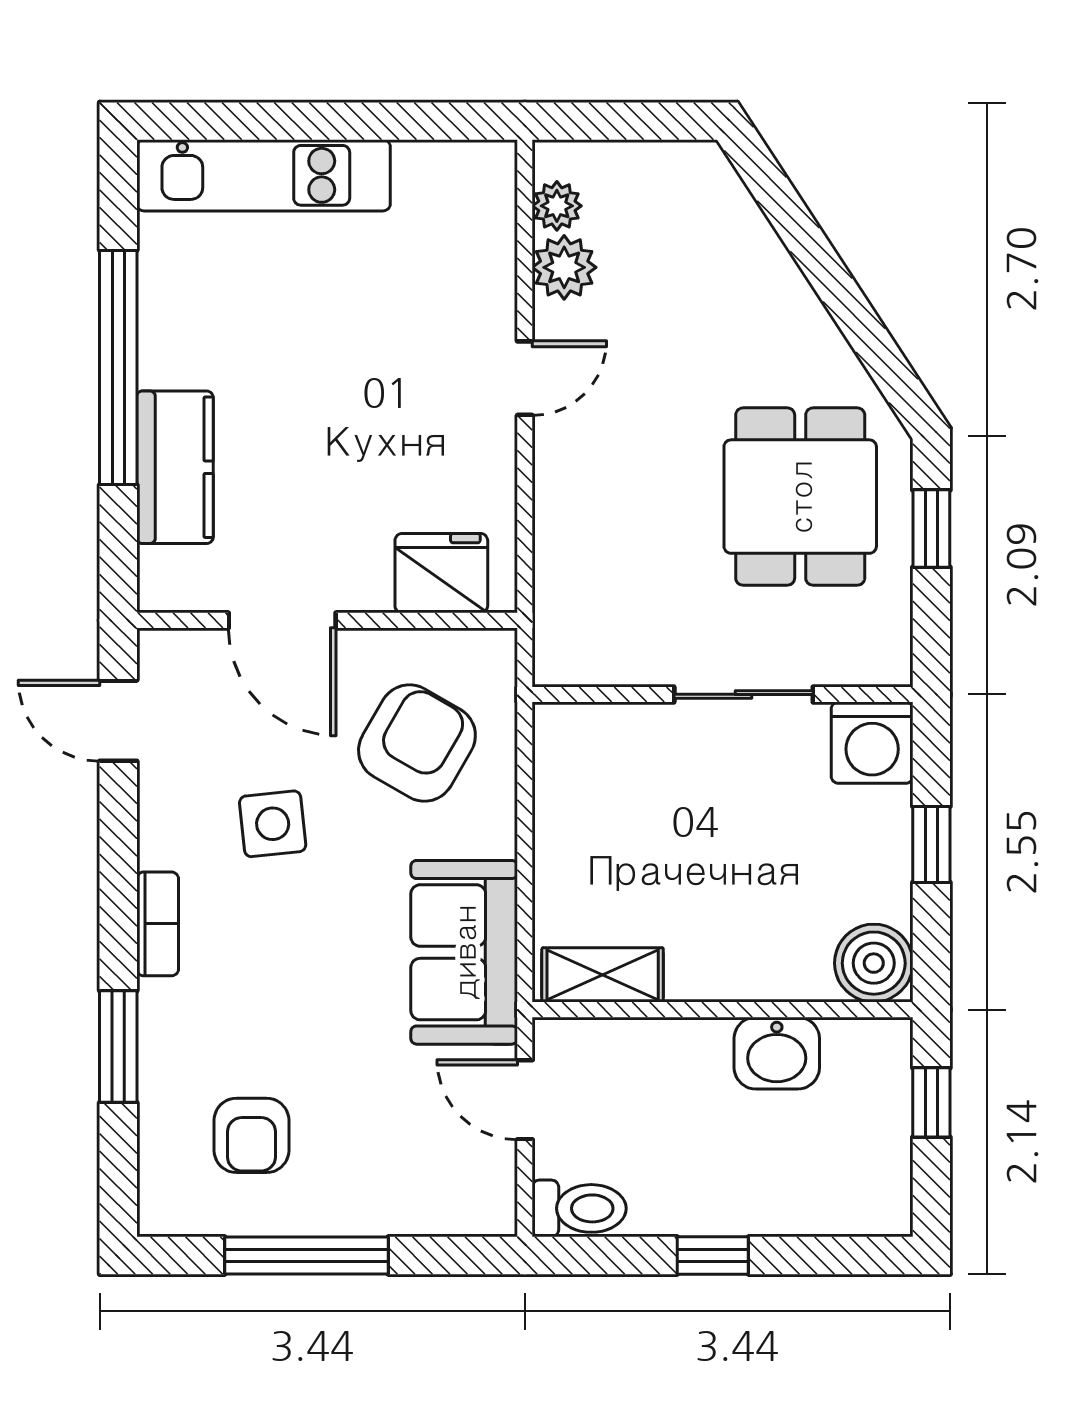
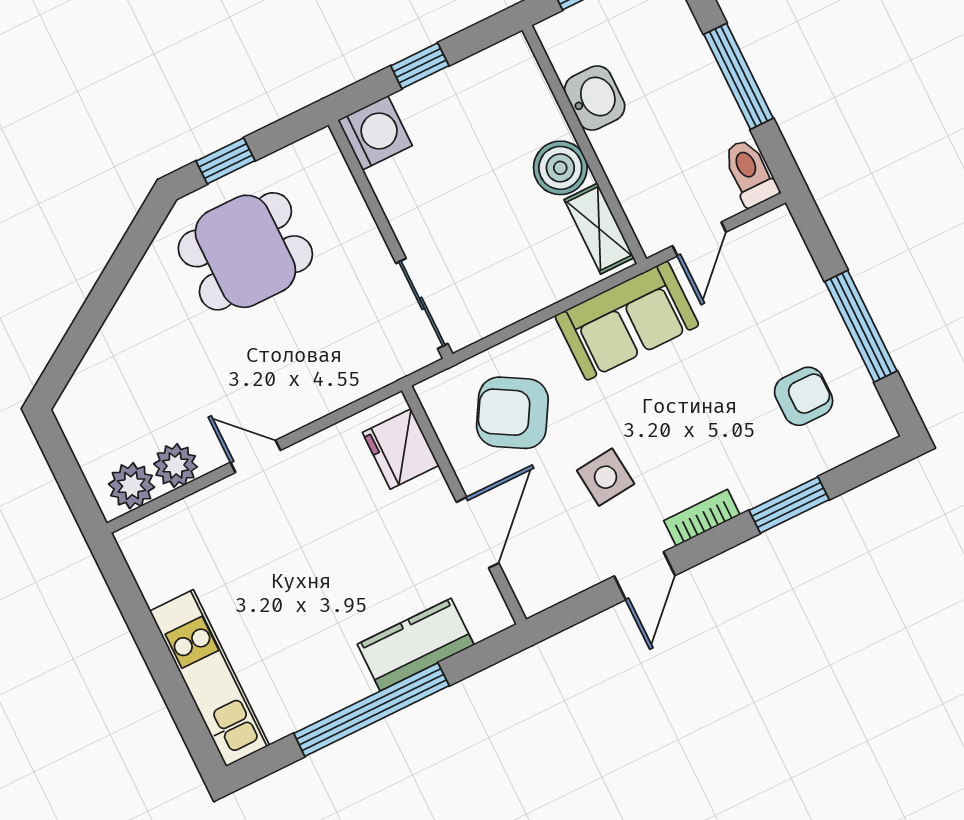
plant: (557, 206) -> (132, 486), width x1.38, depth x1.38
sliding door: (744, 694) -> (422, 303), moved
door: (118, 721) -> (645, 576), moved
boiler: (874, 963) -> (560, 168), moved
window: (713, 1256) -> (738, 76), width x2.17

